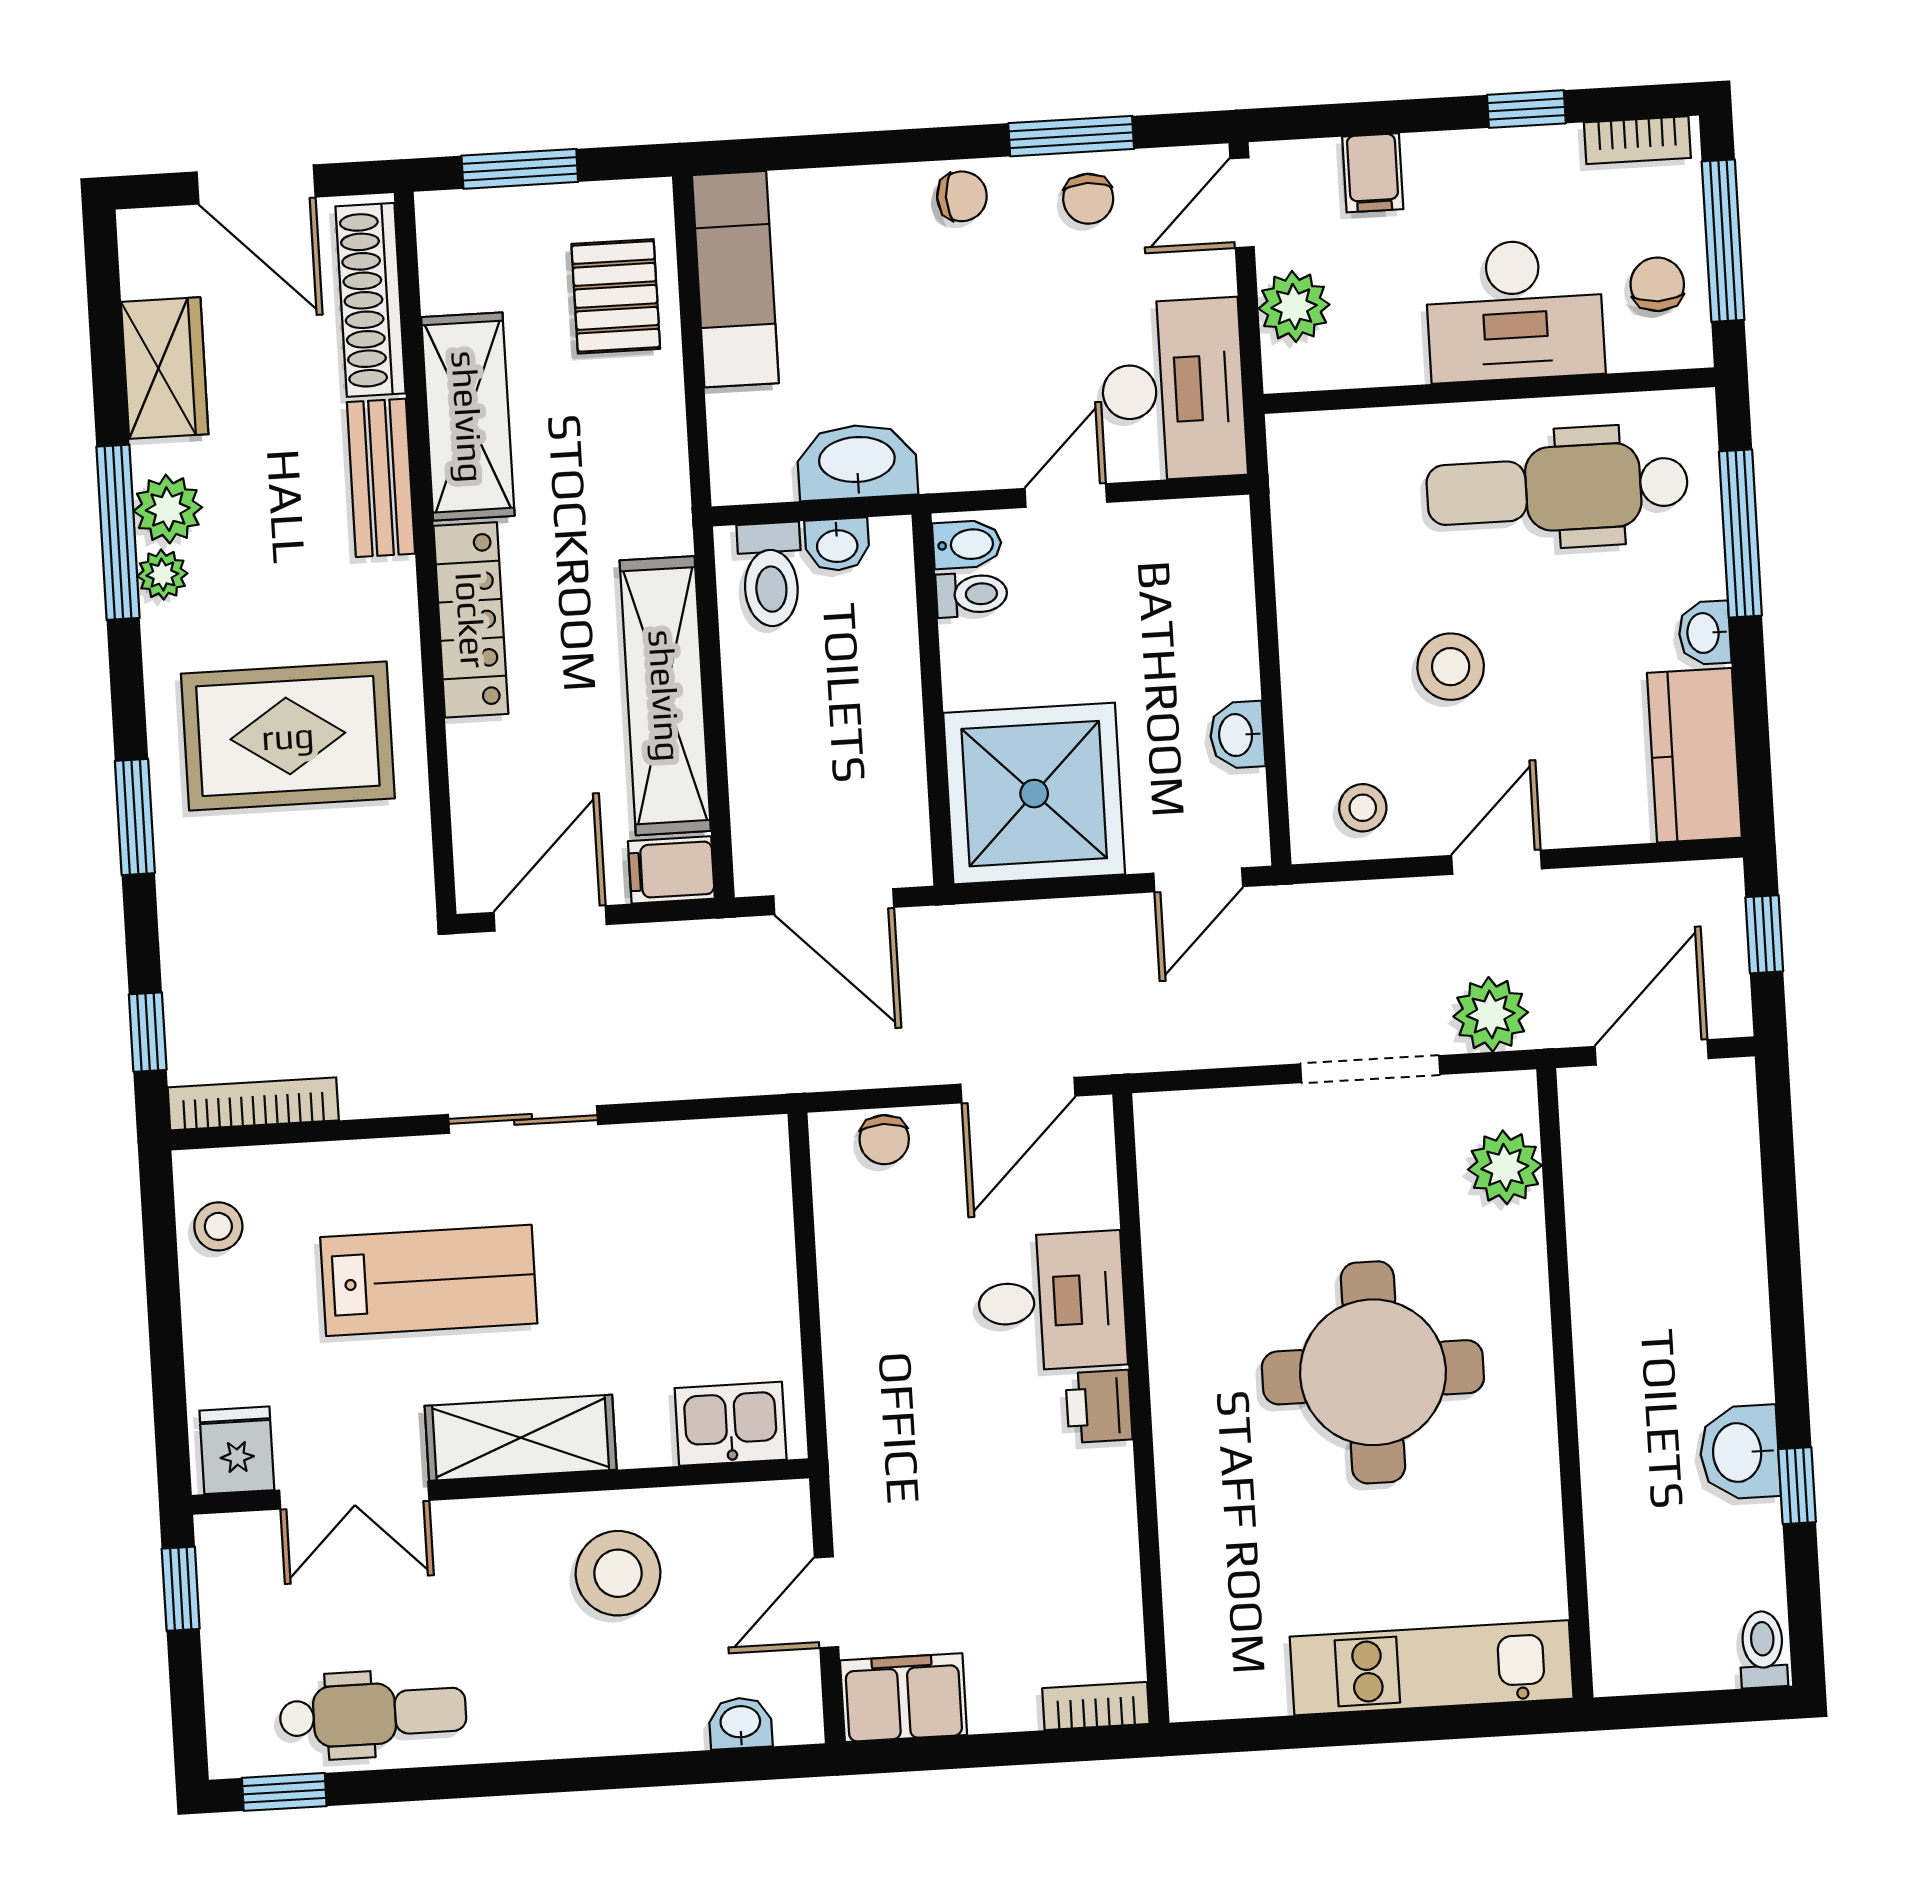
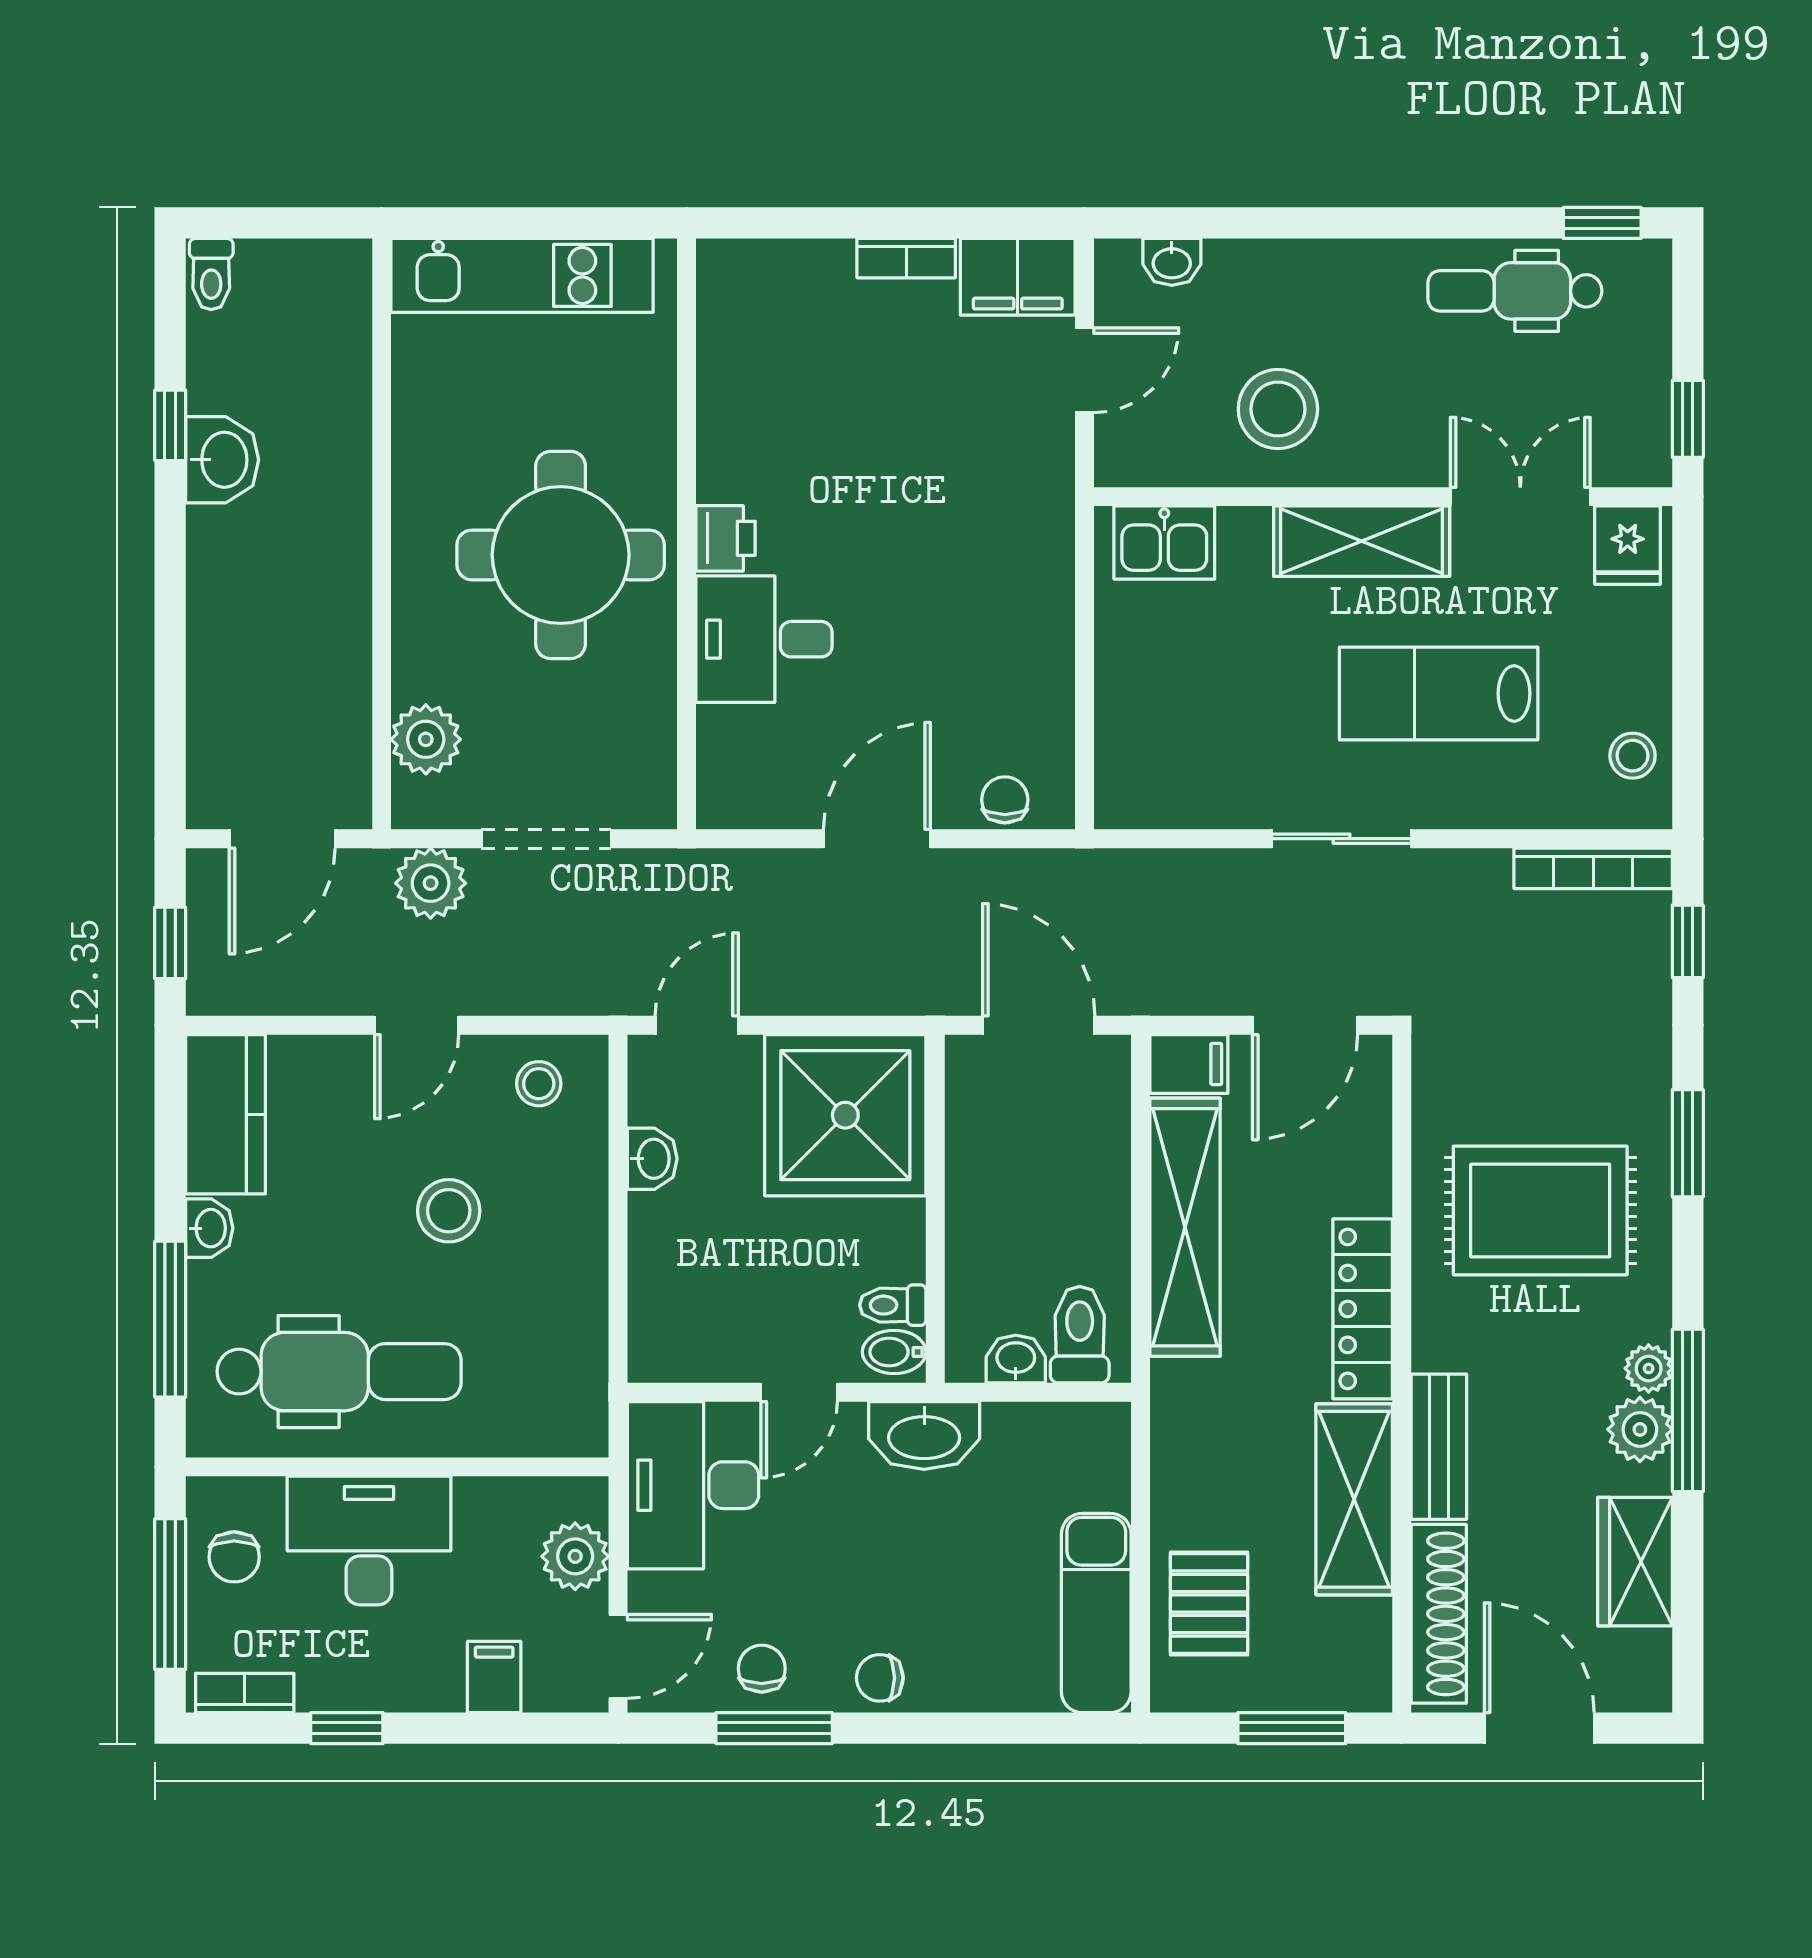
washbasin: (857, 462) -> (924, 1436), moved
desk: (1052, 1301) -> (764, 639), moved
printer: (1099, 1406) -> (725, 538), moved
wall: (1141, 1409) -> (686, 534), moved
bookcase: (1096, 1706) -> (906, 258), moved

